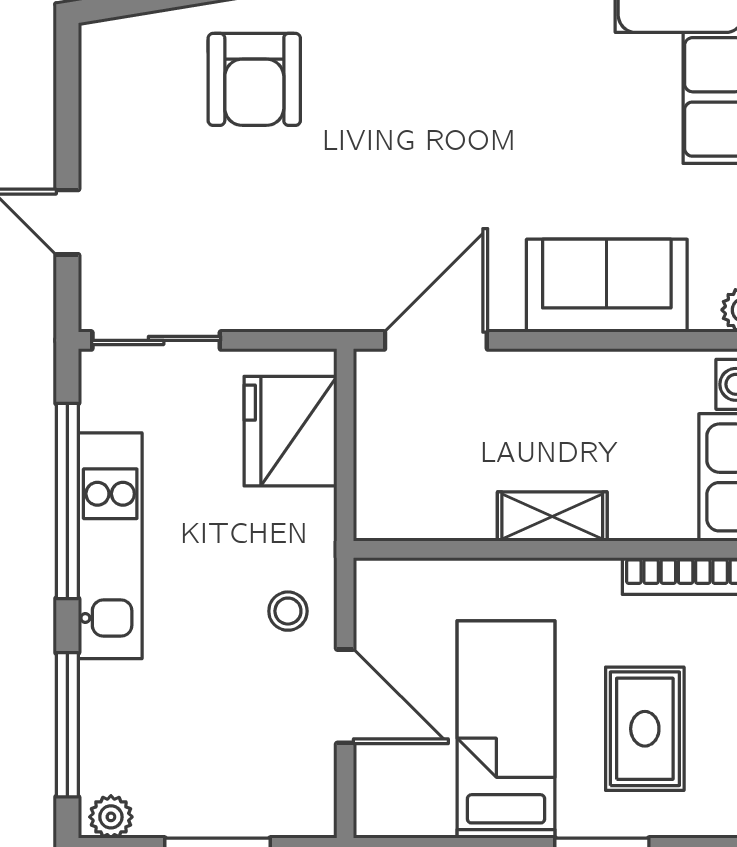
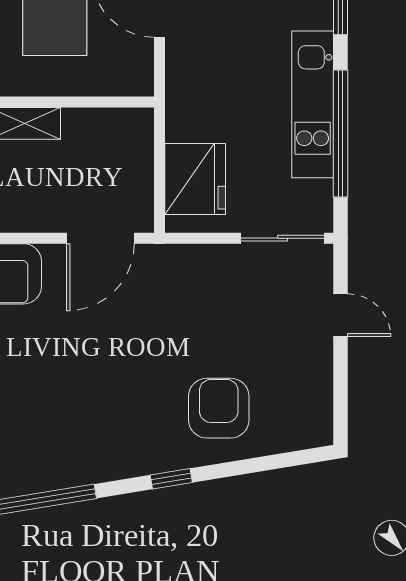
stool: (288, 611) -> (197, 62), removed

